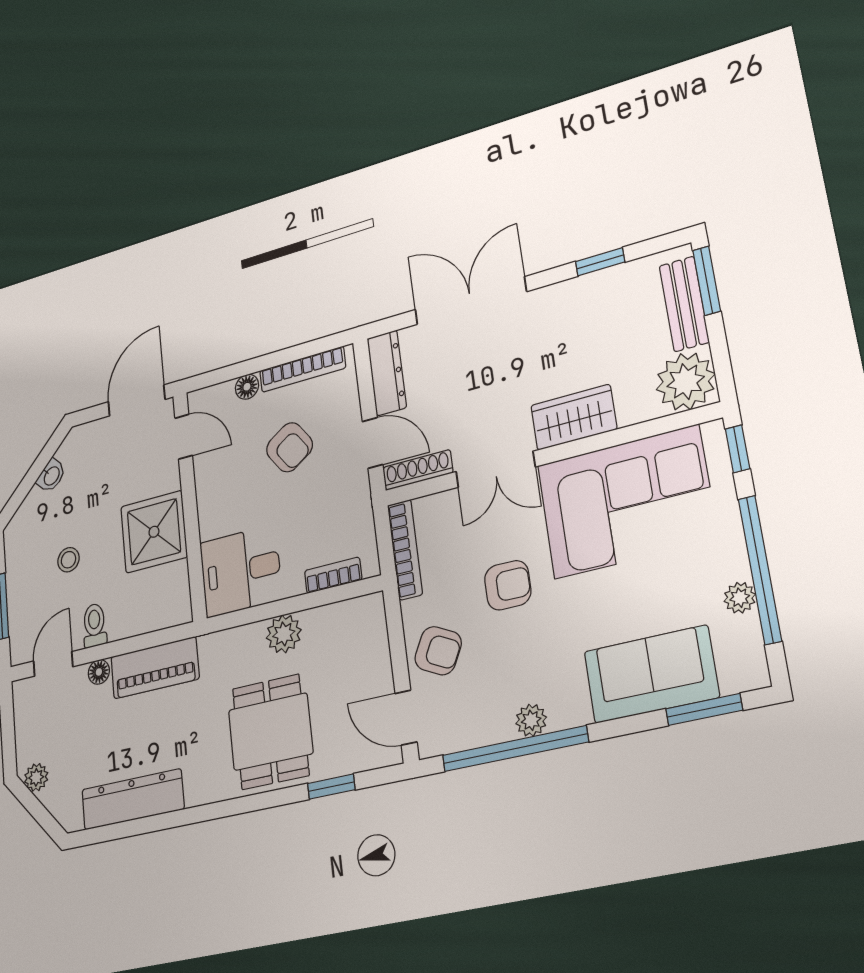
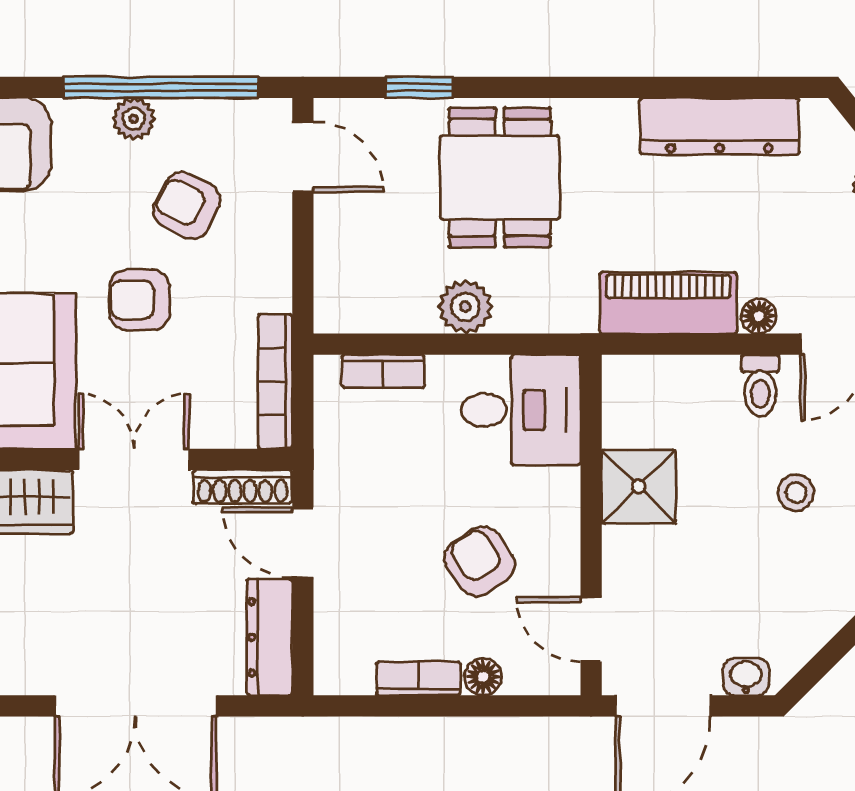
bookcase: (302, 369) -> (418, 678), width x0.64
armchair: (289, 447) -> (480, 562), moved
washbasin: (51, 476) -> (746, 677), moved, turned 45
shower: (154, 532) -> (639, 487), width x0.73, depth x0.73
armchair: (438, 651) -> (187, 205), moved

